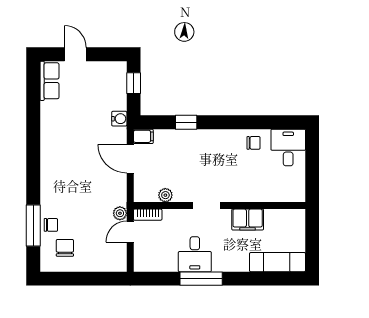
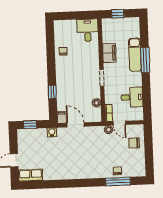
desk: (288, 148) -> (88, 30), moved, turned 90
door: (130, 159) -> (76, 125), swing flipped
window: (312, 236) -> (118, 14), added
chair: (65, 248) -> (134, 143), moved
desk: (195, 254) -> (132, 97), moved
exam couch: (278, 262) -> (135, 55), moved
window: (201, 279) -> (145, 60), moved

